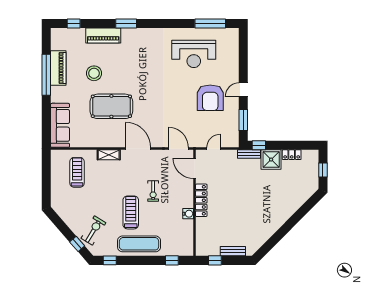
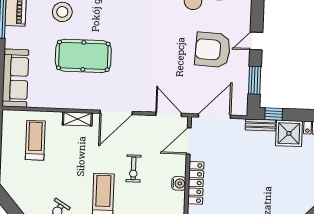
armchair: (210, 98) -> (213, 50), turned 93
door: (138, 149) -> (116, 112), swing flipped
door: (214, 149) -> (214, 116), width x1.88
door: (195, 168) -> (189, 141), hinge flipped
water cooler: (188, 214) -> (179, 183), moved

